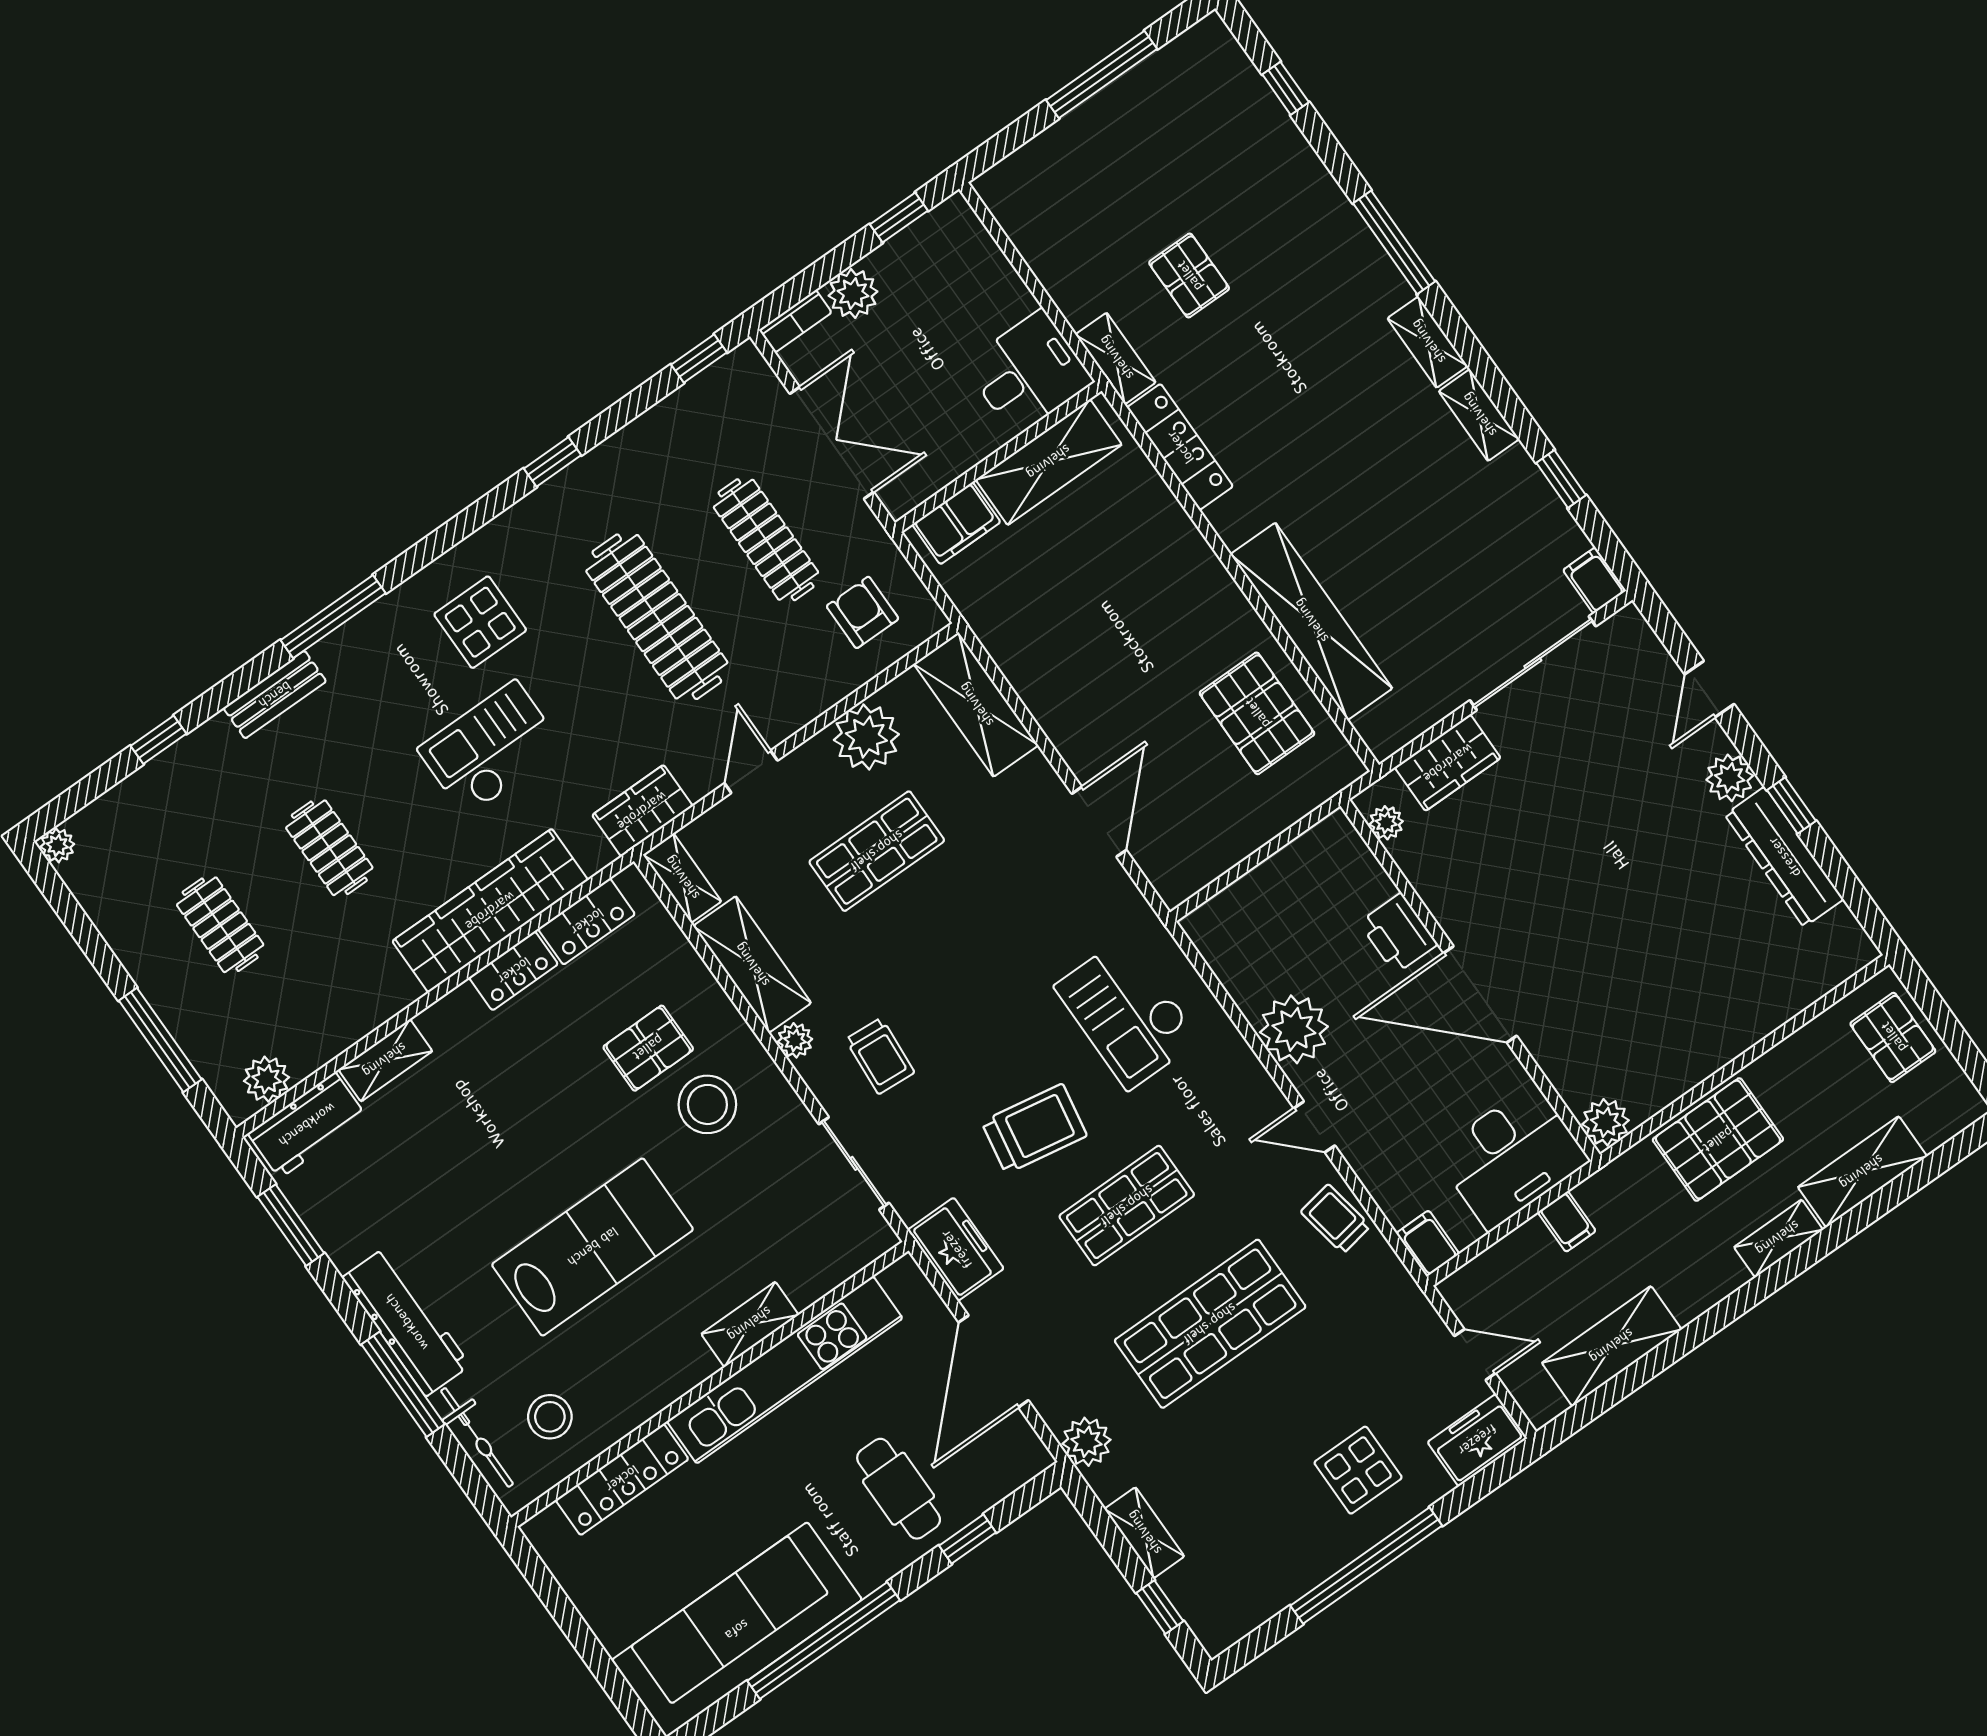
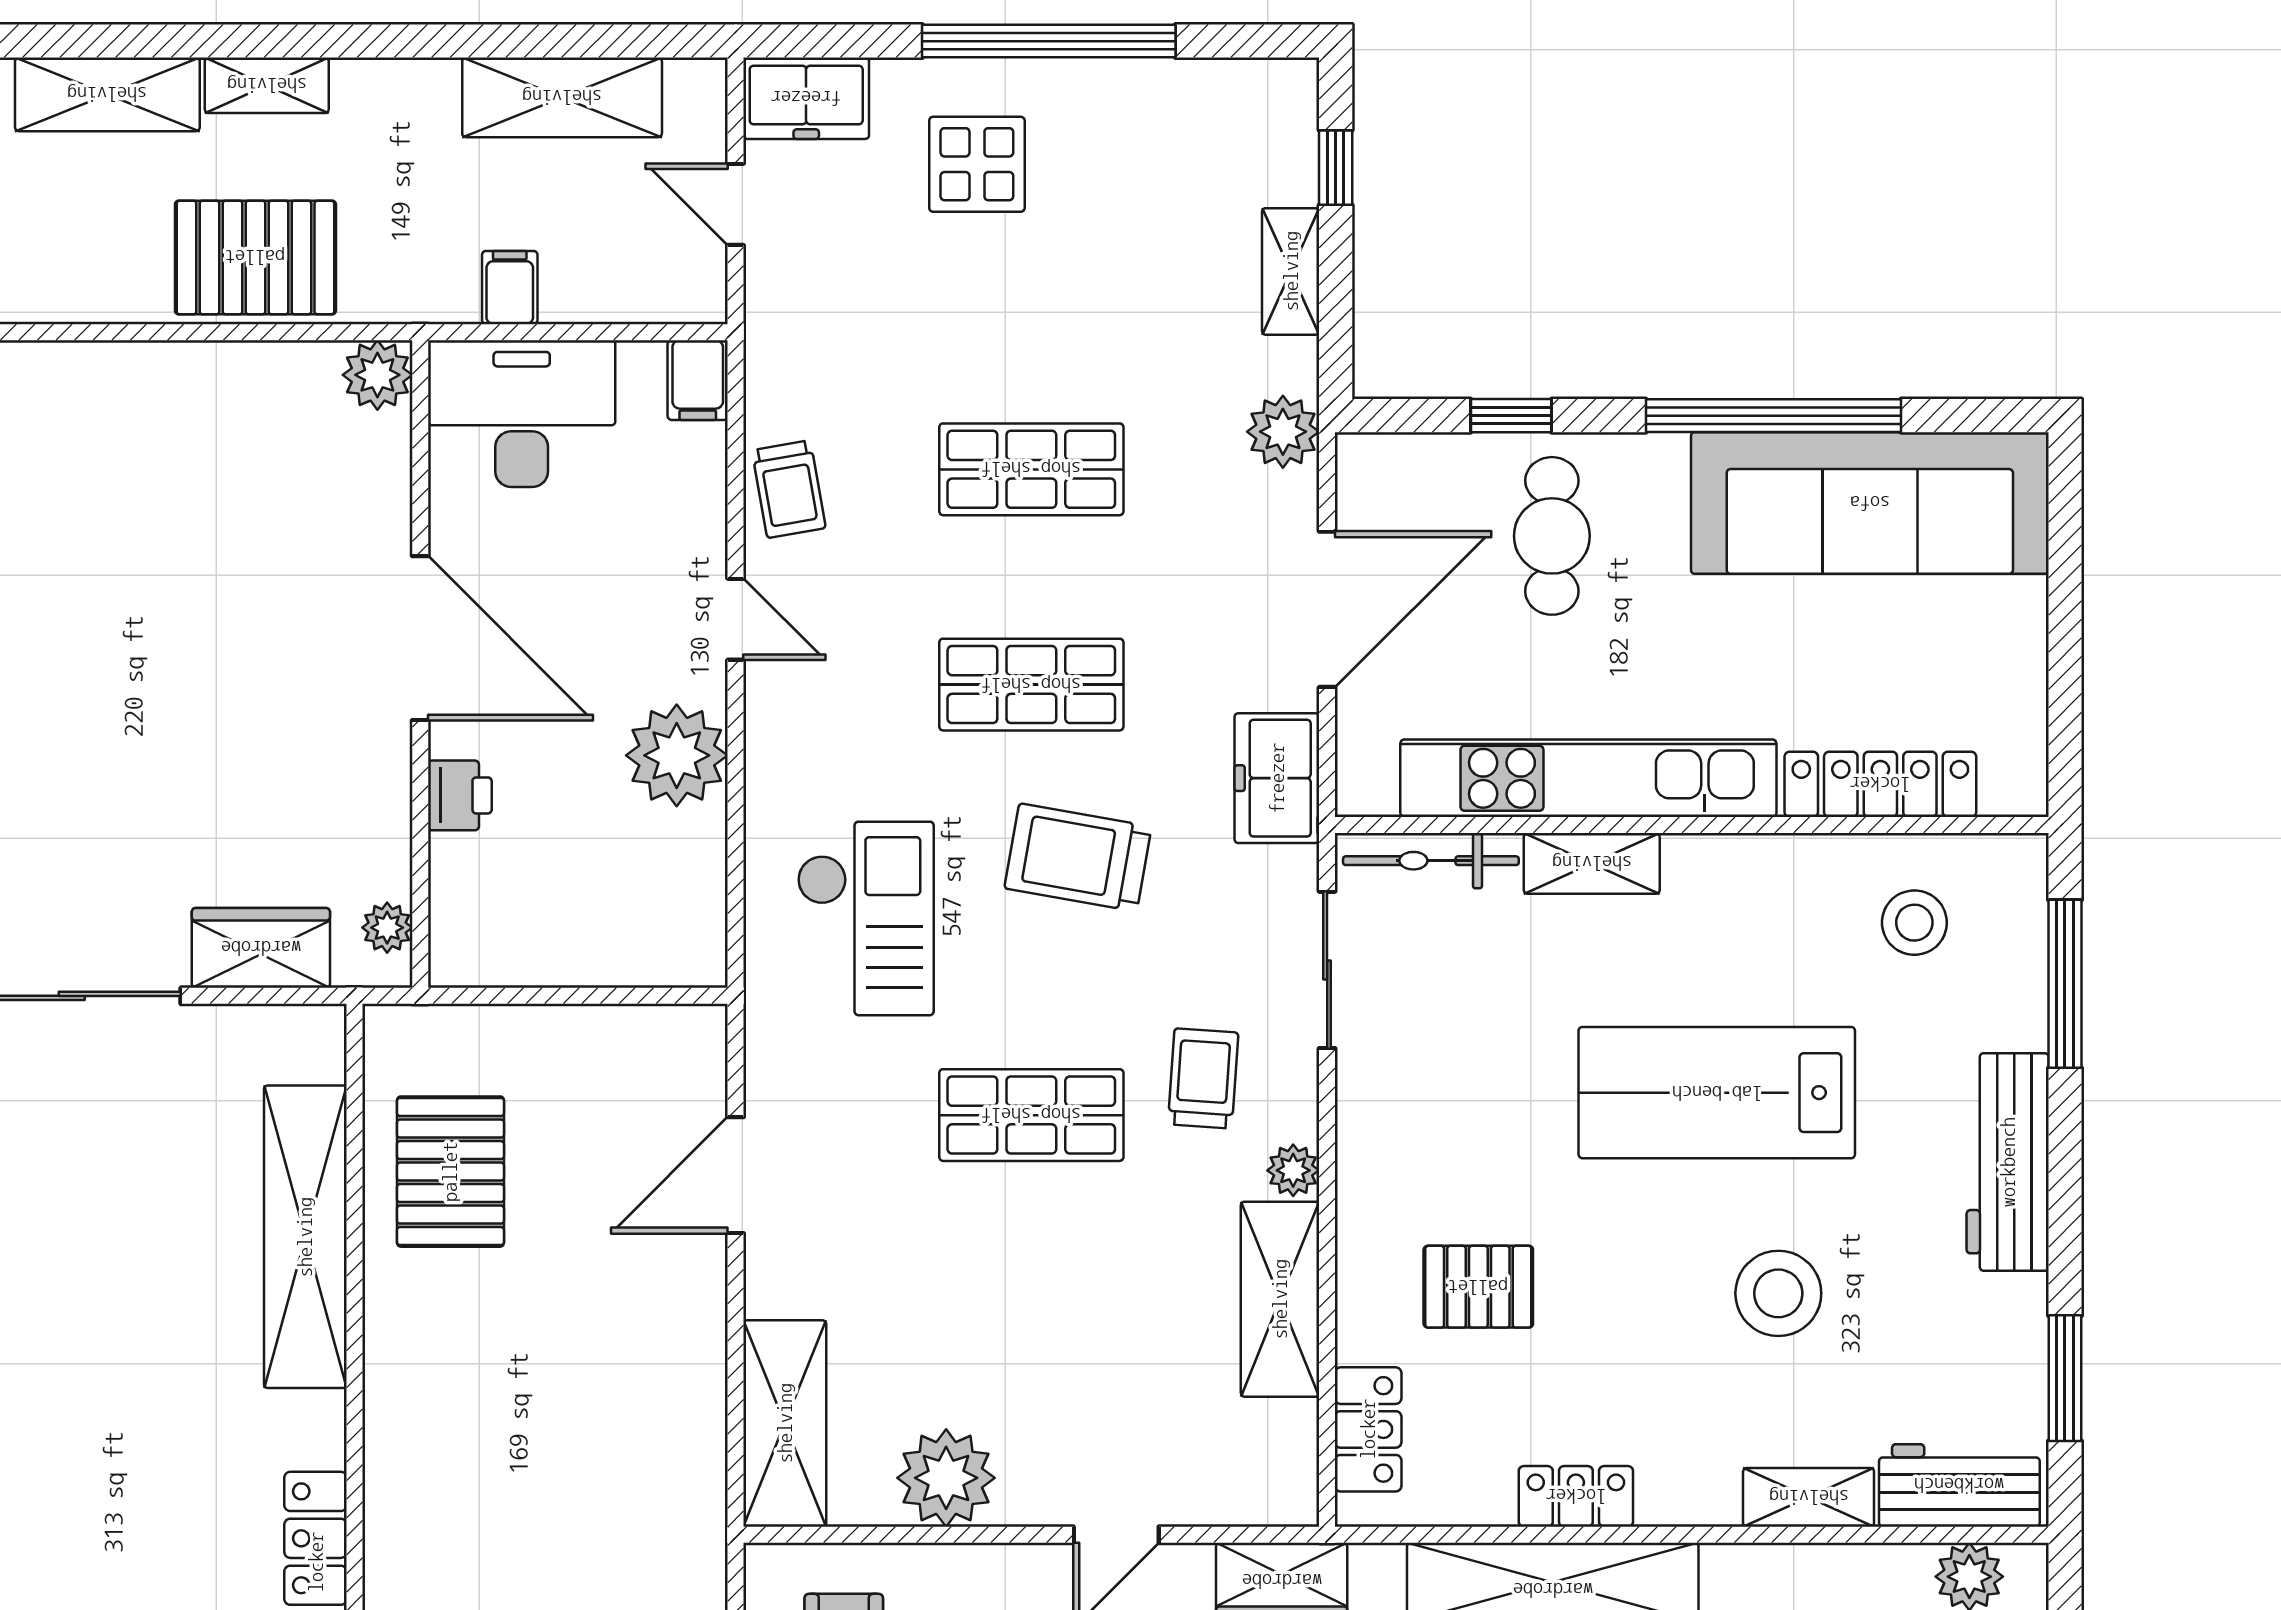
shop shelf: (877, 851) -> (1031, 1115), moved
shelving: (682, 878) -> (1291, 1464), removed
locker: (587, 922) -> (1368, 1429), moved, turned 90
printer: (1398, 933) -> (460, 795), width x0.73, depth x0.81
stool: (707, 1104) -> (1778, 1293), moved
shop shelf: (1210, 1324) -> (1031, 469), width x0.70, depth x0.74
window: (403, 1384) -> (2065, 984), moved
bicycle: (477, 1437) -> (1431, 861), moved, turned -90

